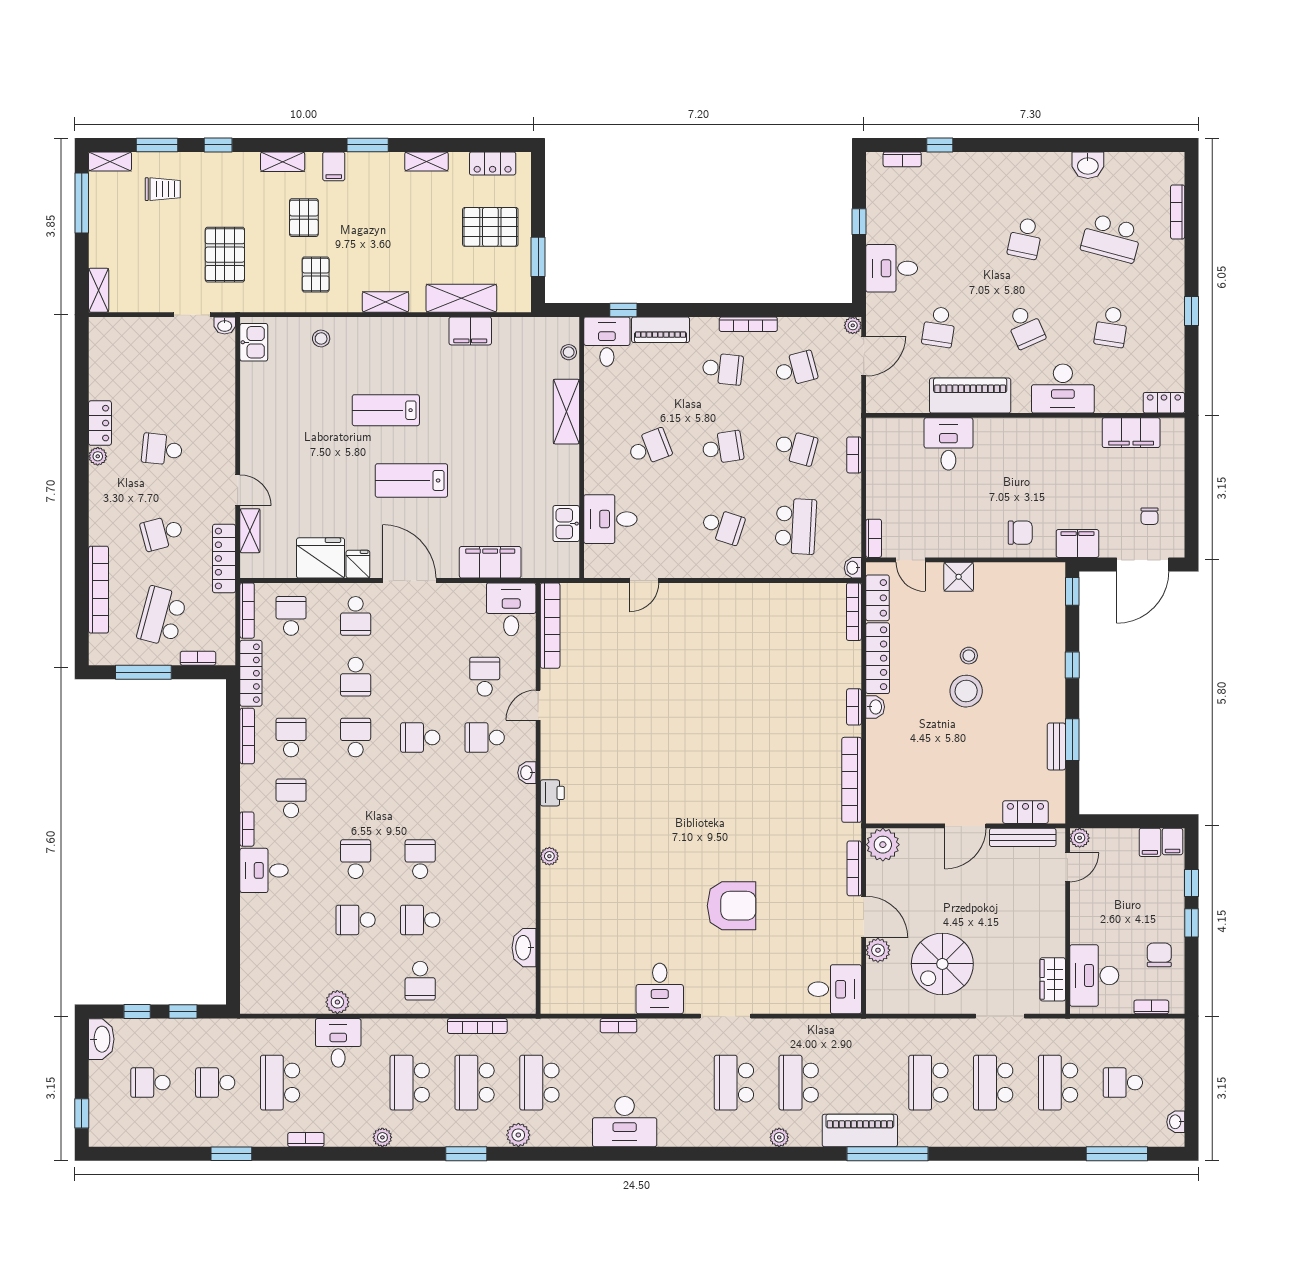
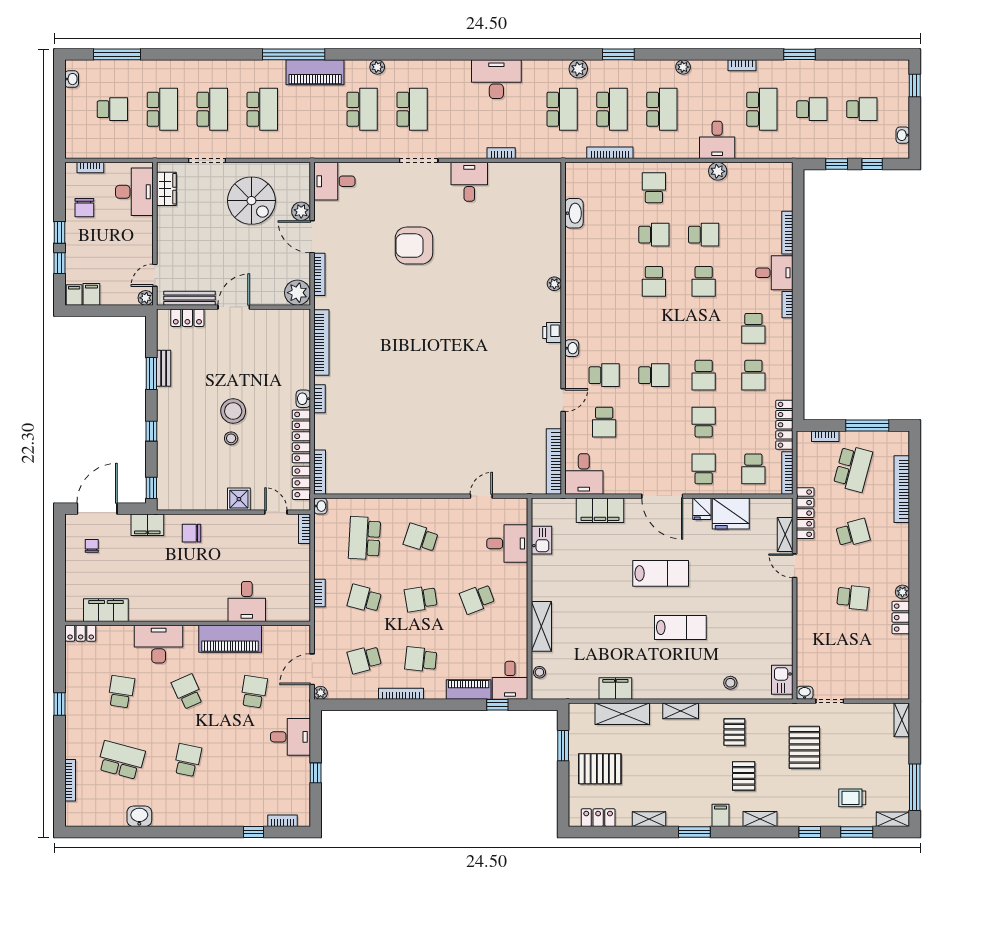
bookcase: (247, 736) -> (787, 233), moved
spiral stairs: (942, 964) -> (251, 201), turned 90
washbasin: (101, 1039) -> (903, 135), width x0.52, depth x0.69

